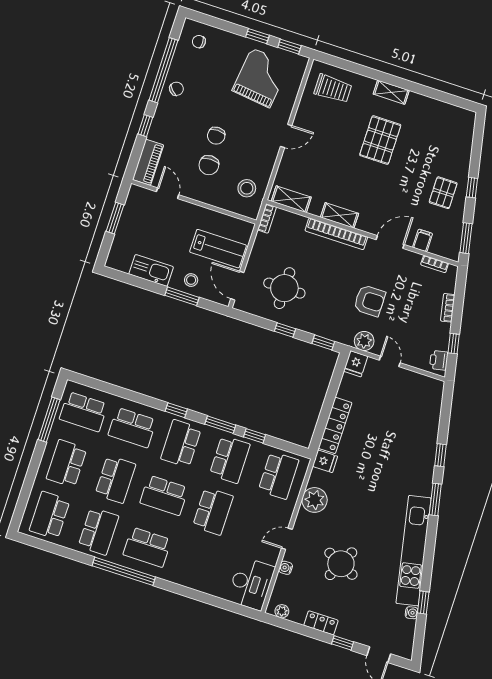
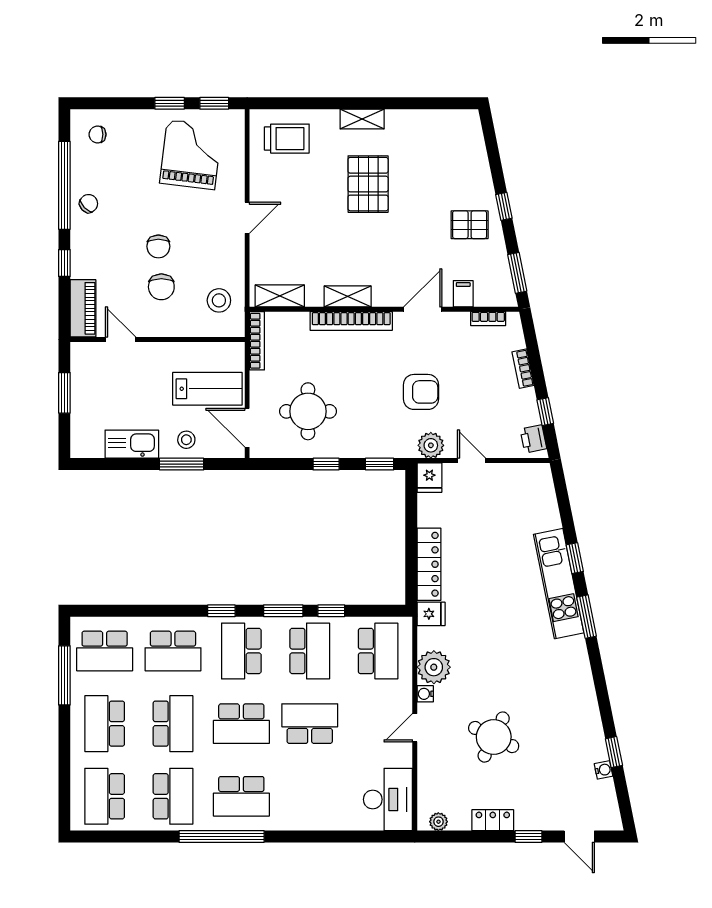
pallet: (443, 193) -> (470, 225), turned 90
bookcase: (267, 218) -> (257, 341), width x1.56
school desk: (213, 511) -> (310, 724), turned -90
kitchen unit: (414, 551) -> (559, 584), moved, width x0.73
water cooler: (286, 568) -> (425, 694), moved

